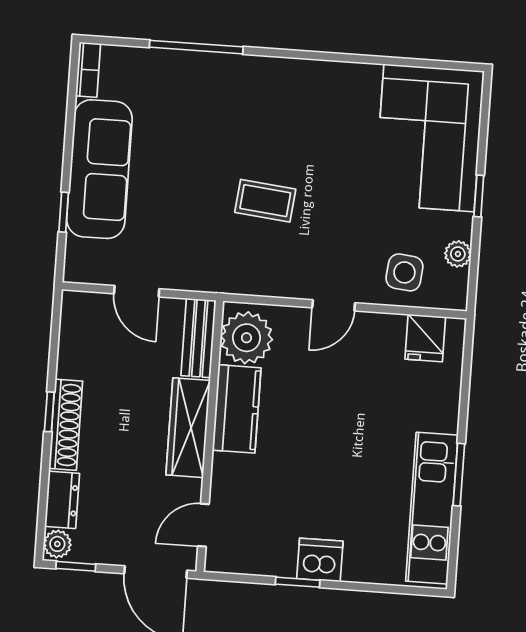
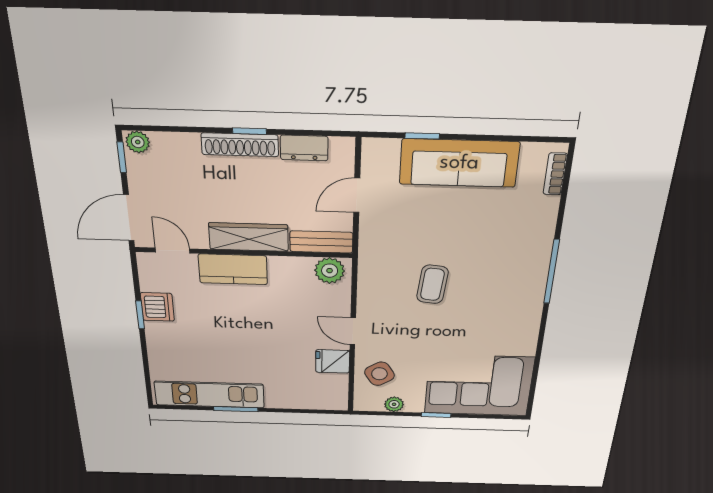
window: (196, 47) -> (552, 272), moved
bookcase: (88, 70) -> (555, 174), moved, turned 90
side table: (404, 272) -> (379, 374), turned -38
plant: (246, 338) -> (330, 271), width x0.73, depth x0.73
fridge: (425, 338) -> (333, 361), moved
kitchen counter: (237, 409) -> (233, 269), moved
dresser: (62, 500) -> (304, 148), moved
dishwasher: (320, 560) -> (157, 307), moved

